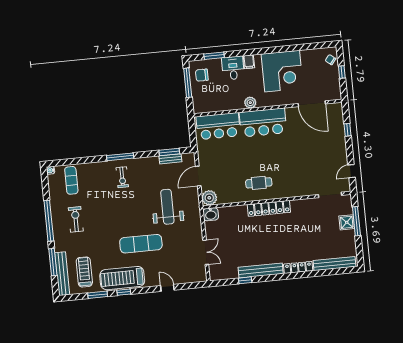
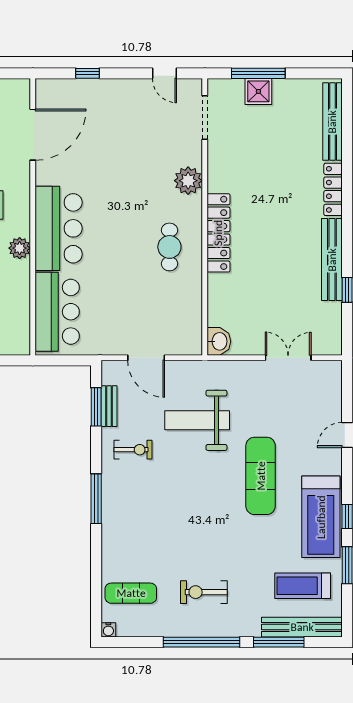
exercise bike: (122, 177) -> (133, 450), moved
plant: (209, 198) -> (188, 181), moved

